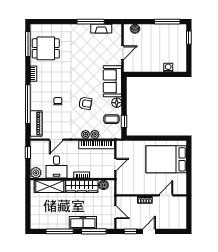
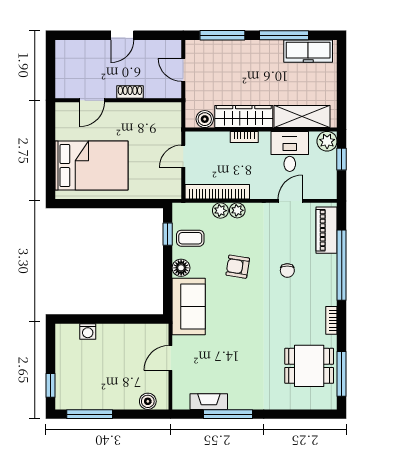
window: (28, 153) -> (342, 159), moved
freezer: (83, 223) -> (308, 51), moved
window: (130, 231) -> (156, 35), removed

